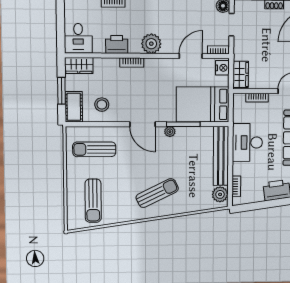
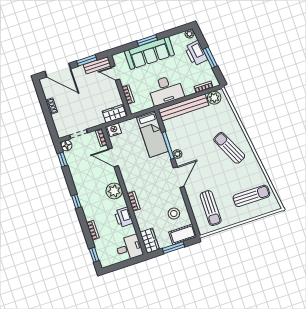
bed: (203, 104) -> (152, 134), width x0.67
window: (267, 204) -> (210, 57), added

